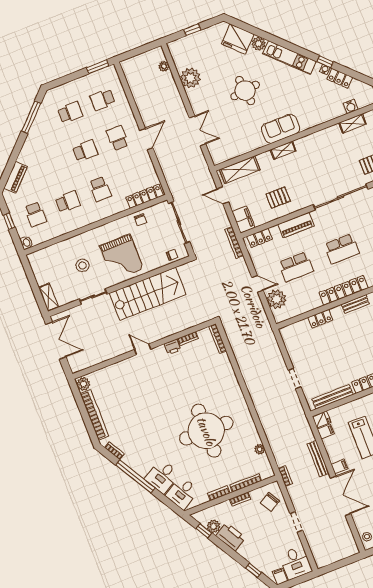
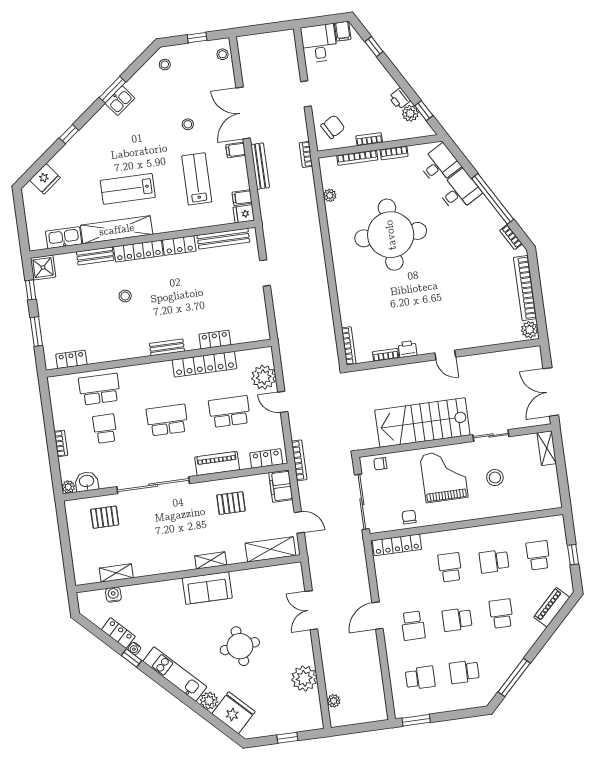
school desk: (53, 163) -> (501, 614), added
washbasin: (26, 243) -> (558, 523), removed
locker: (344, 290) -> (204, 364), moved
printer: (231, 537) -> (400, 99), width x0.53, depth x0.68

